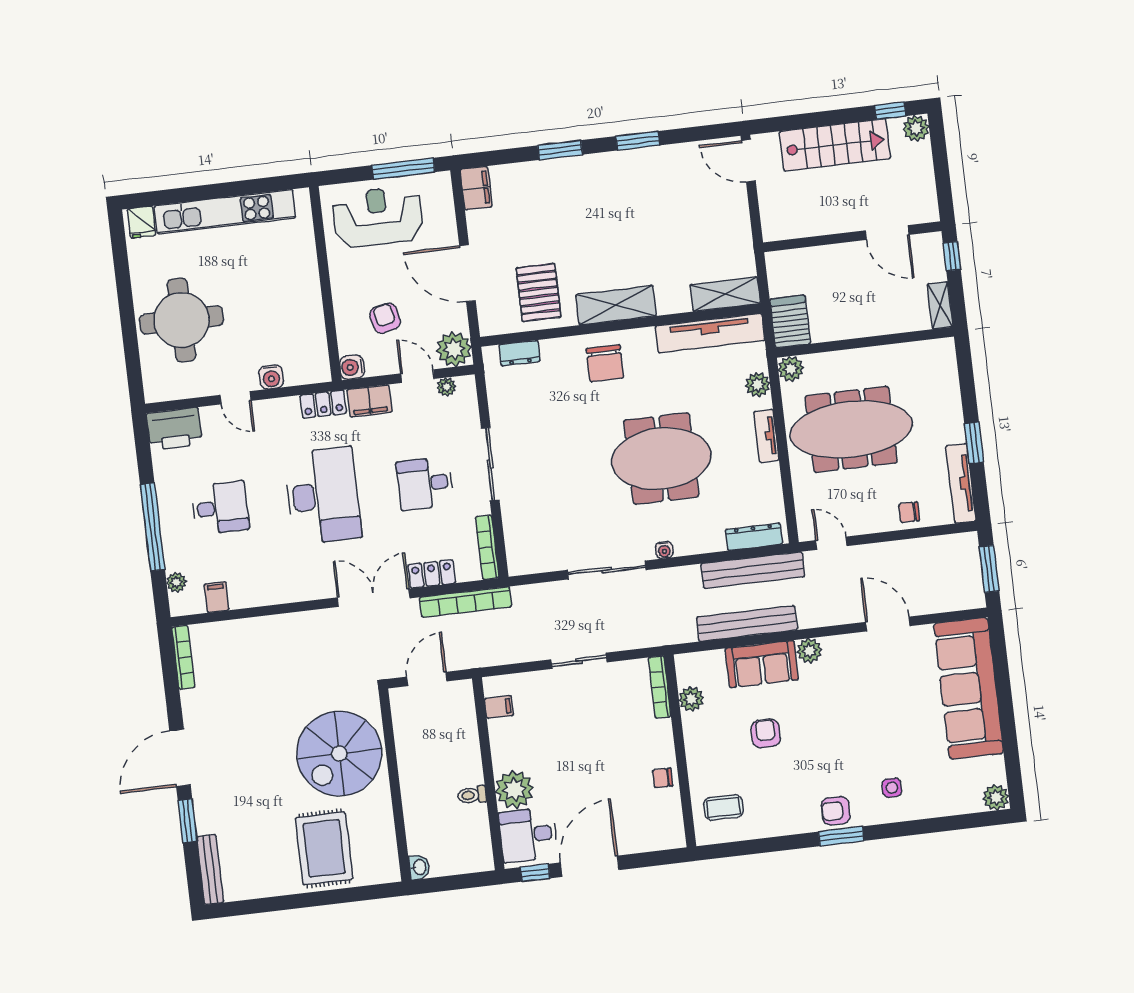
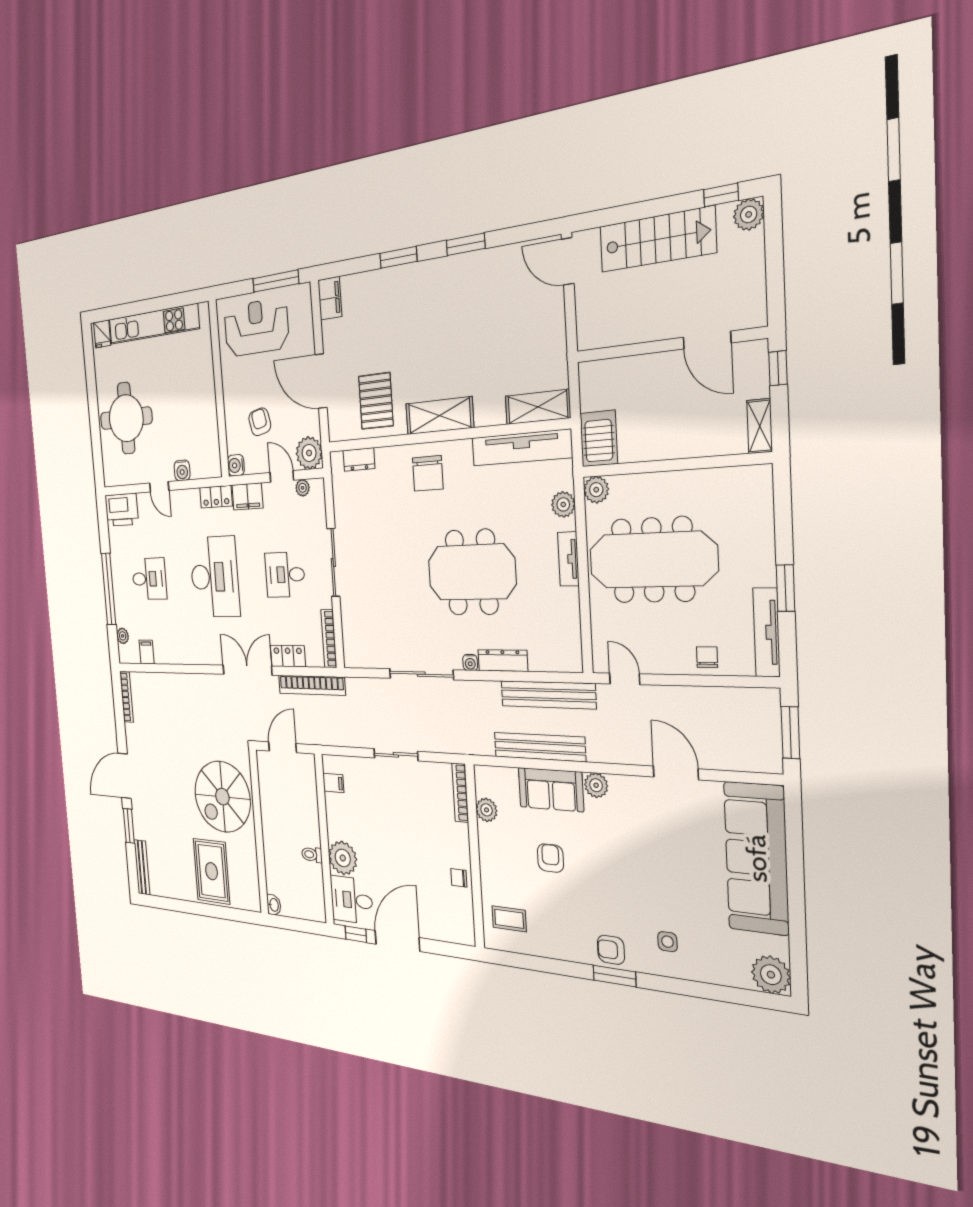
chair: (909, 512) -> (707, 657), turned 90
dresser: (754, 537) -> (503, 661), moved
plant: (996, 797) -> (771, 975), width x1.36, depth x1.36

